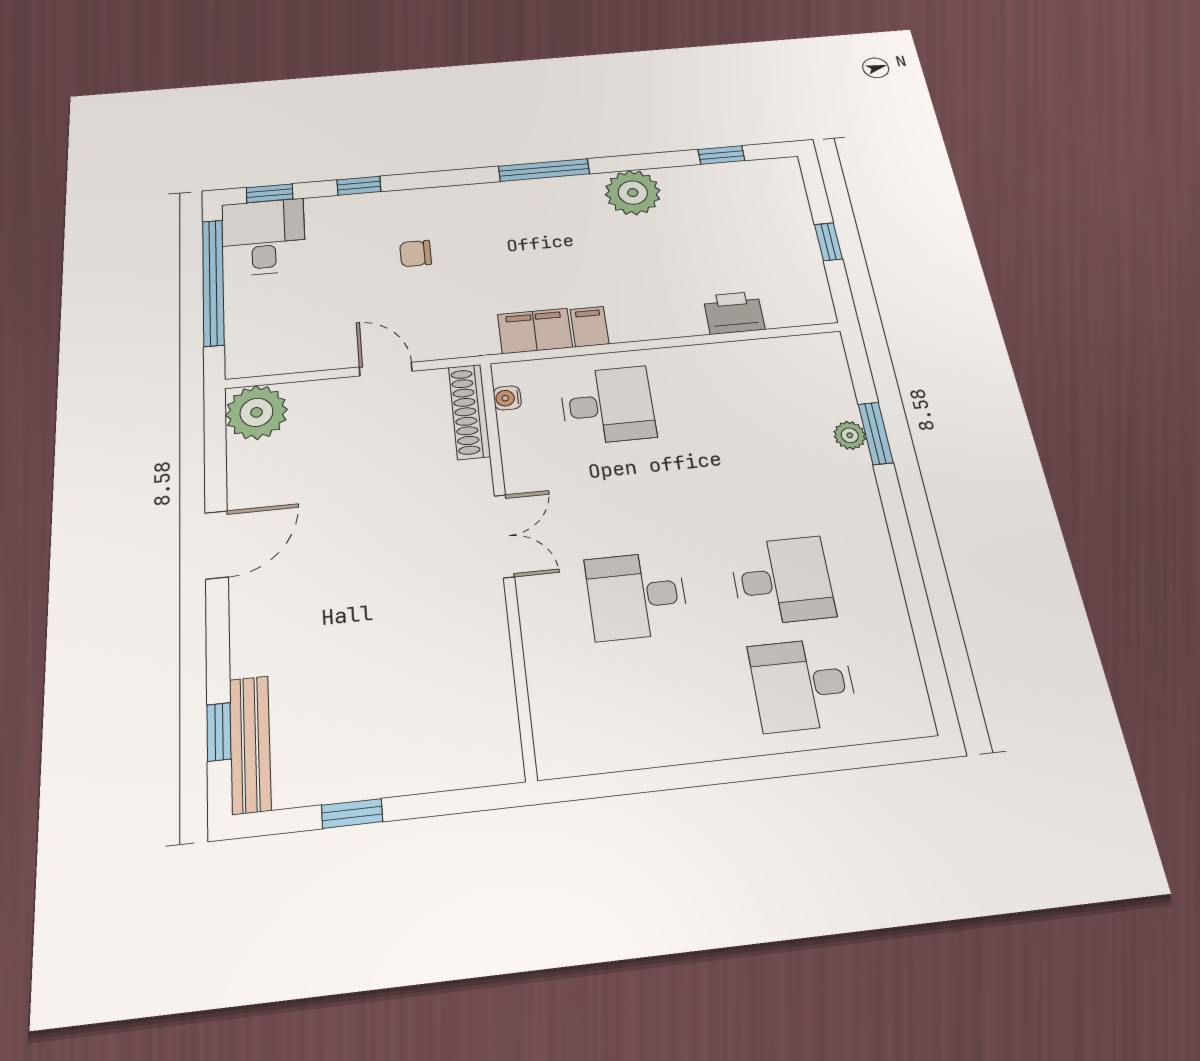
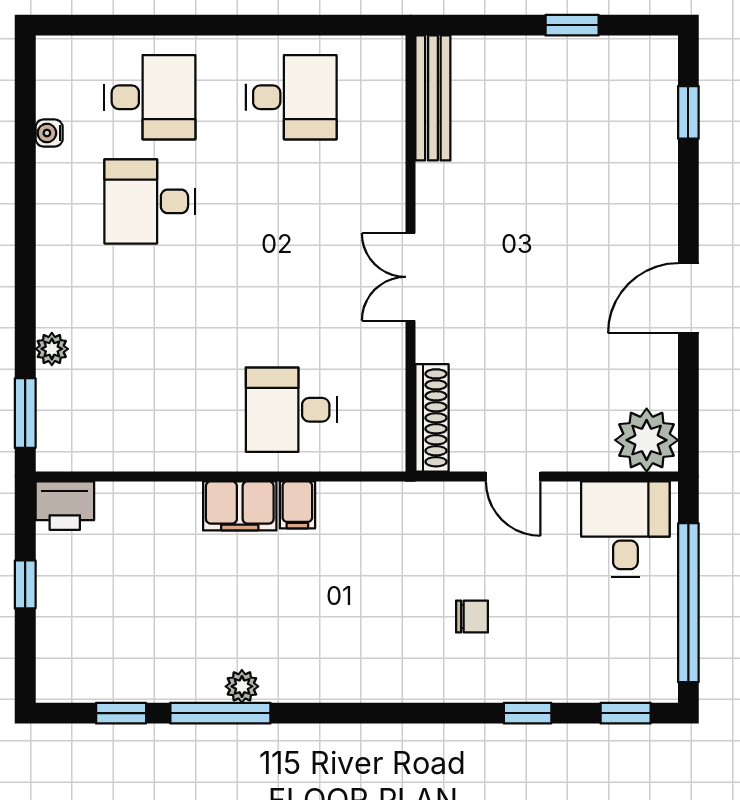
window: (544, 170) -> (220, 713), moved
plant: (633, 193) -> (242, 686), width x0.53, depth x0.53
desk: (263, 237) -> (625, 529), moved, turned 180
printer: (734, 313) -> (65, 506), moved
filing cabinet: (535, 331) -> (240, 506), moved
water cooler: (507, 398) -> (49, 133), moved, turned 180
window: (876, 433) -> (25, 413), moved
desk: (637, 596) -> (291, 97), moved
bench: (250, 744) -> (433, 98), moved

